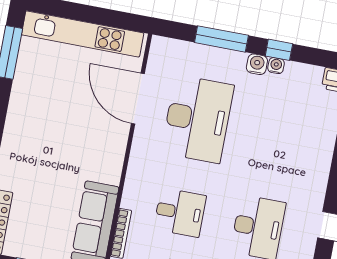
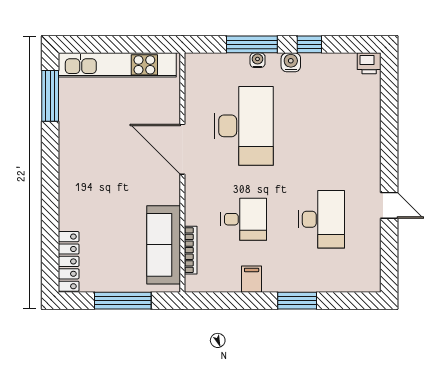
water cooler: (276, 66) -> (258, 60), moved
door: (138, 99) -> (182, 149), moved

